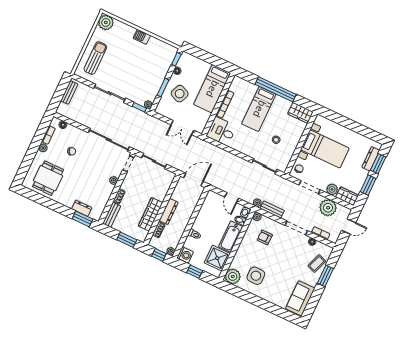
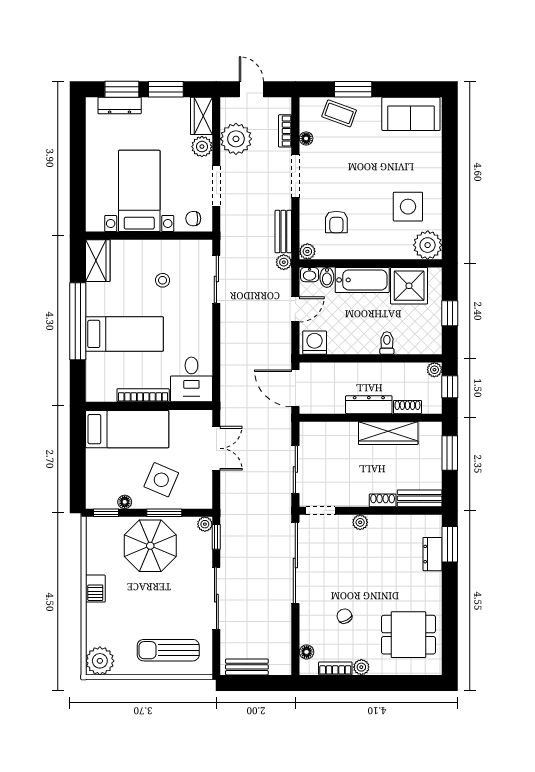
parasol: (150, 73) -> (150, 546), added
washing machine: (185, 255) -> (315, 343), moved

